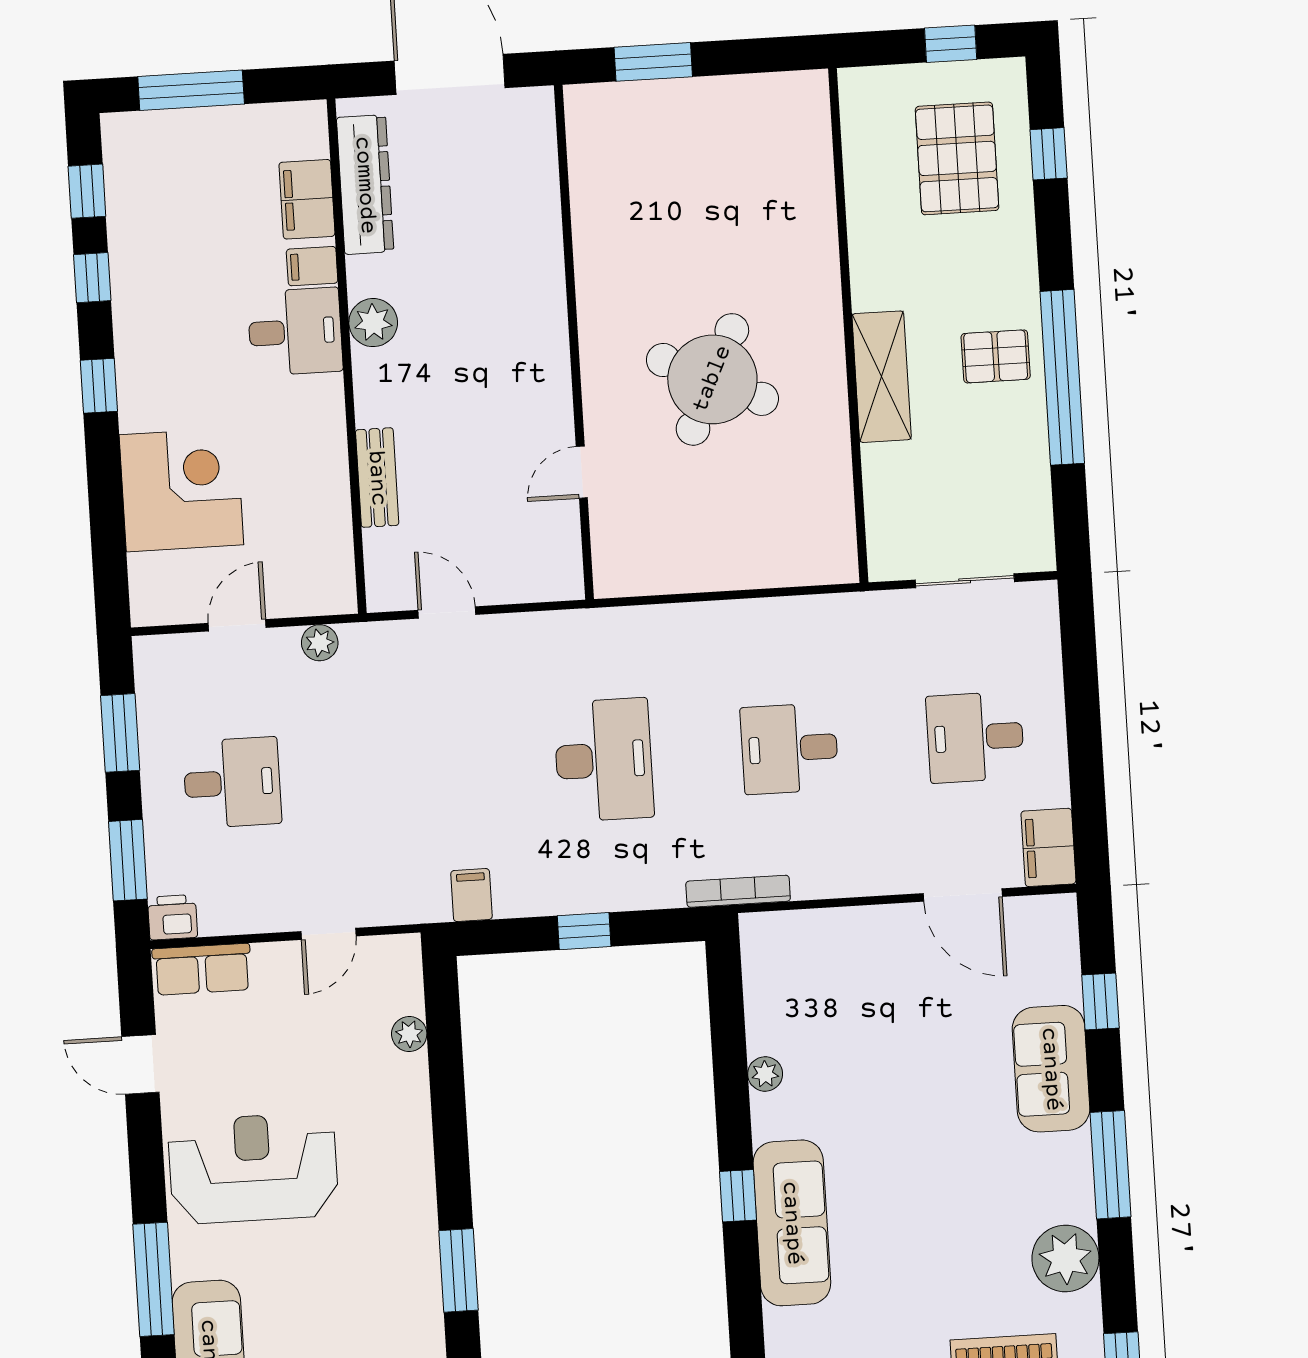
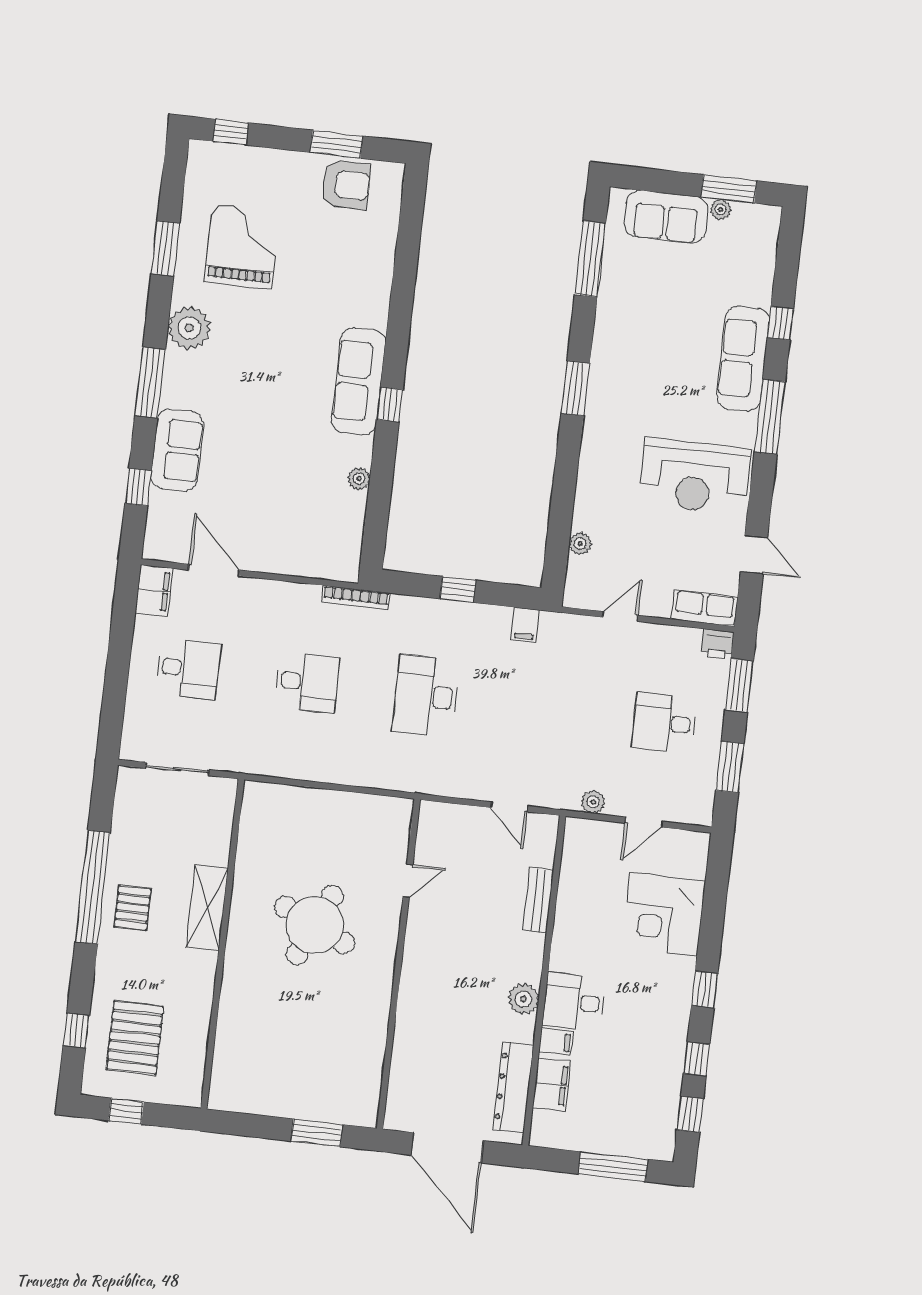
pallet: (996, 356) -> (133, 908), turned 90

